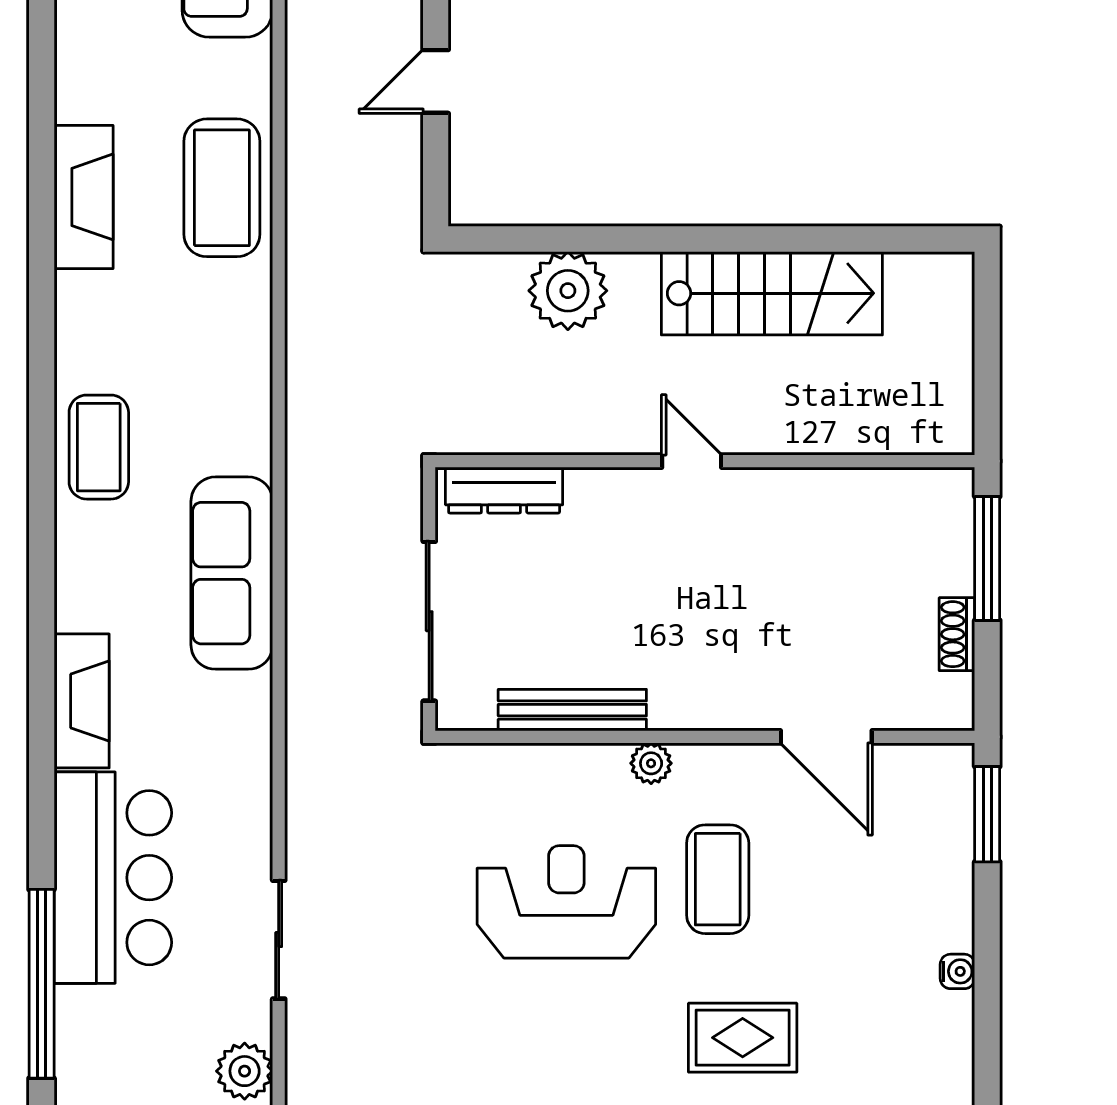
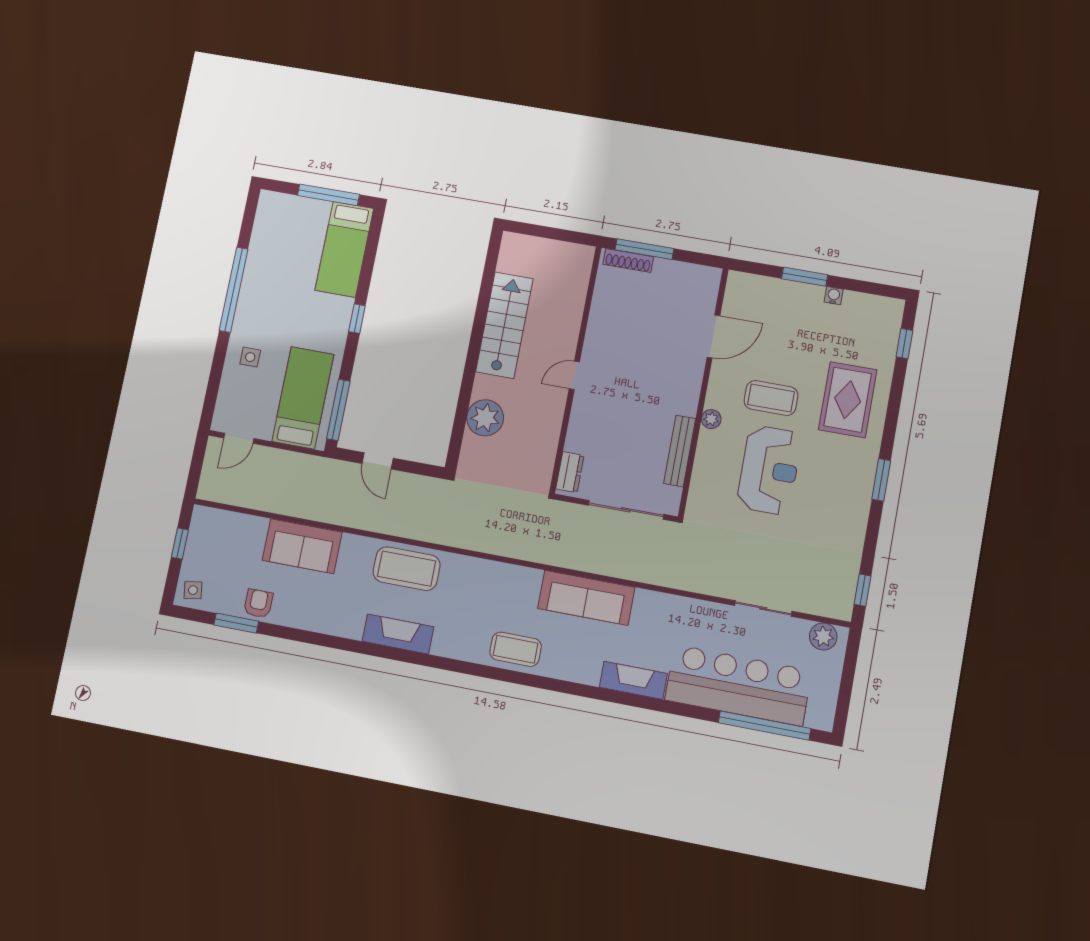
dresser: (504, 490) -> (570, 472), width x0.70
shoe rack: (957, 634) -> (628, 260), moved, width x1.43
window: (987, 814) -> (805, 277), moved
bar counter: (113, 878) -> (738, 685), width x1.36
reception desk: (566, 902) -> (769, 470), turned 180
rug: (743, 1038) -> (848, 400), width x1.36, depth x1.43

